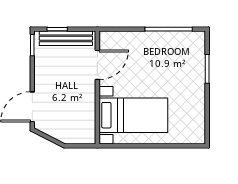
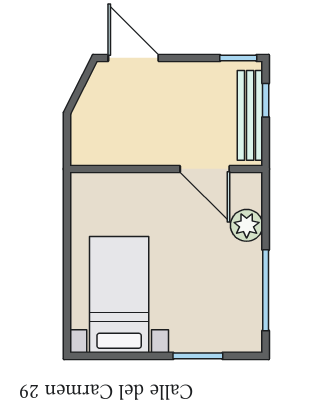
plant: (131, 40) -> (247, 225), added
bed with nightstands: (133, 115) -> (119, 295), moved, turned 180

